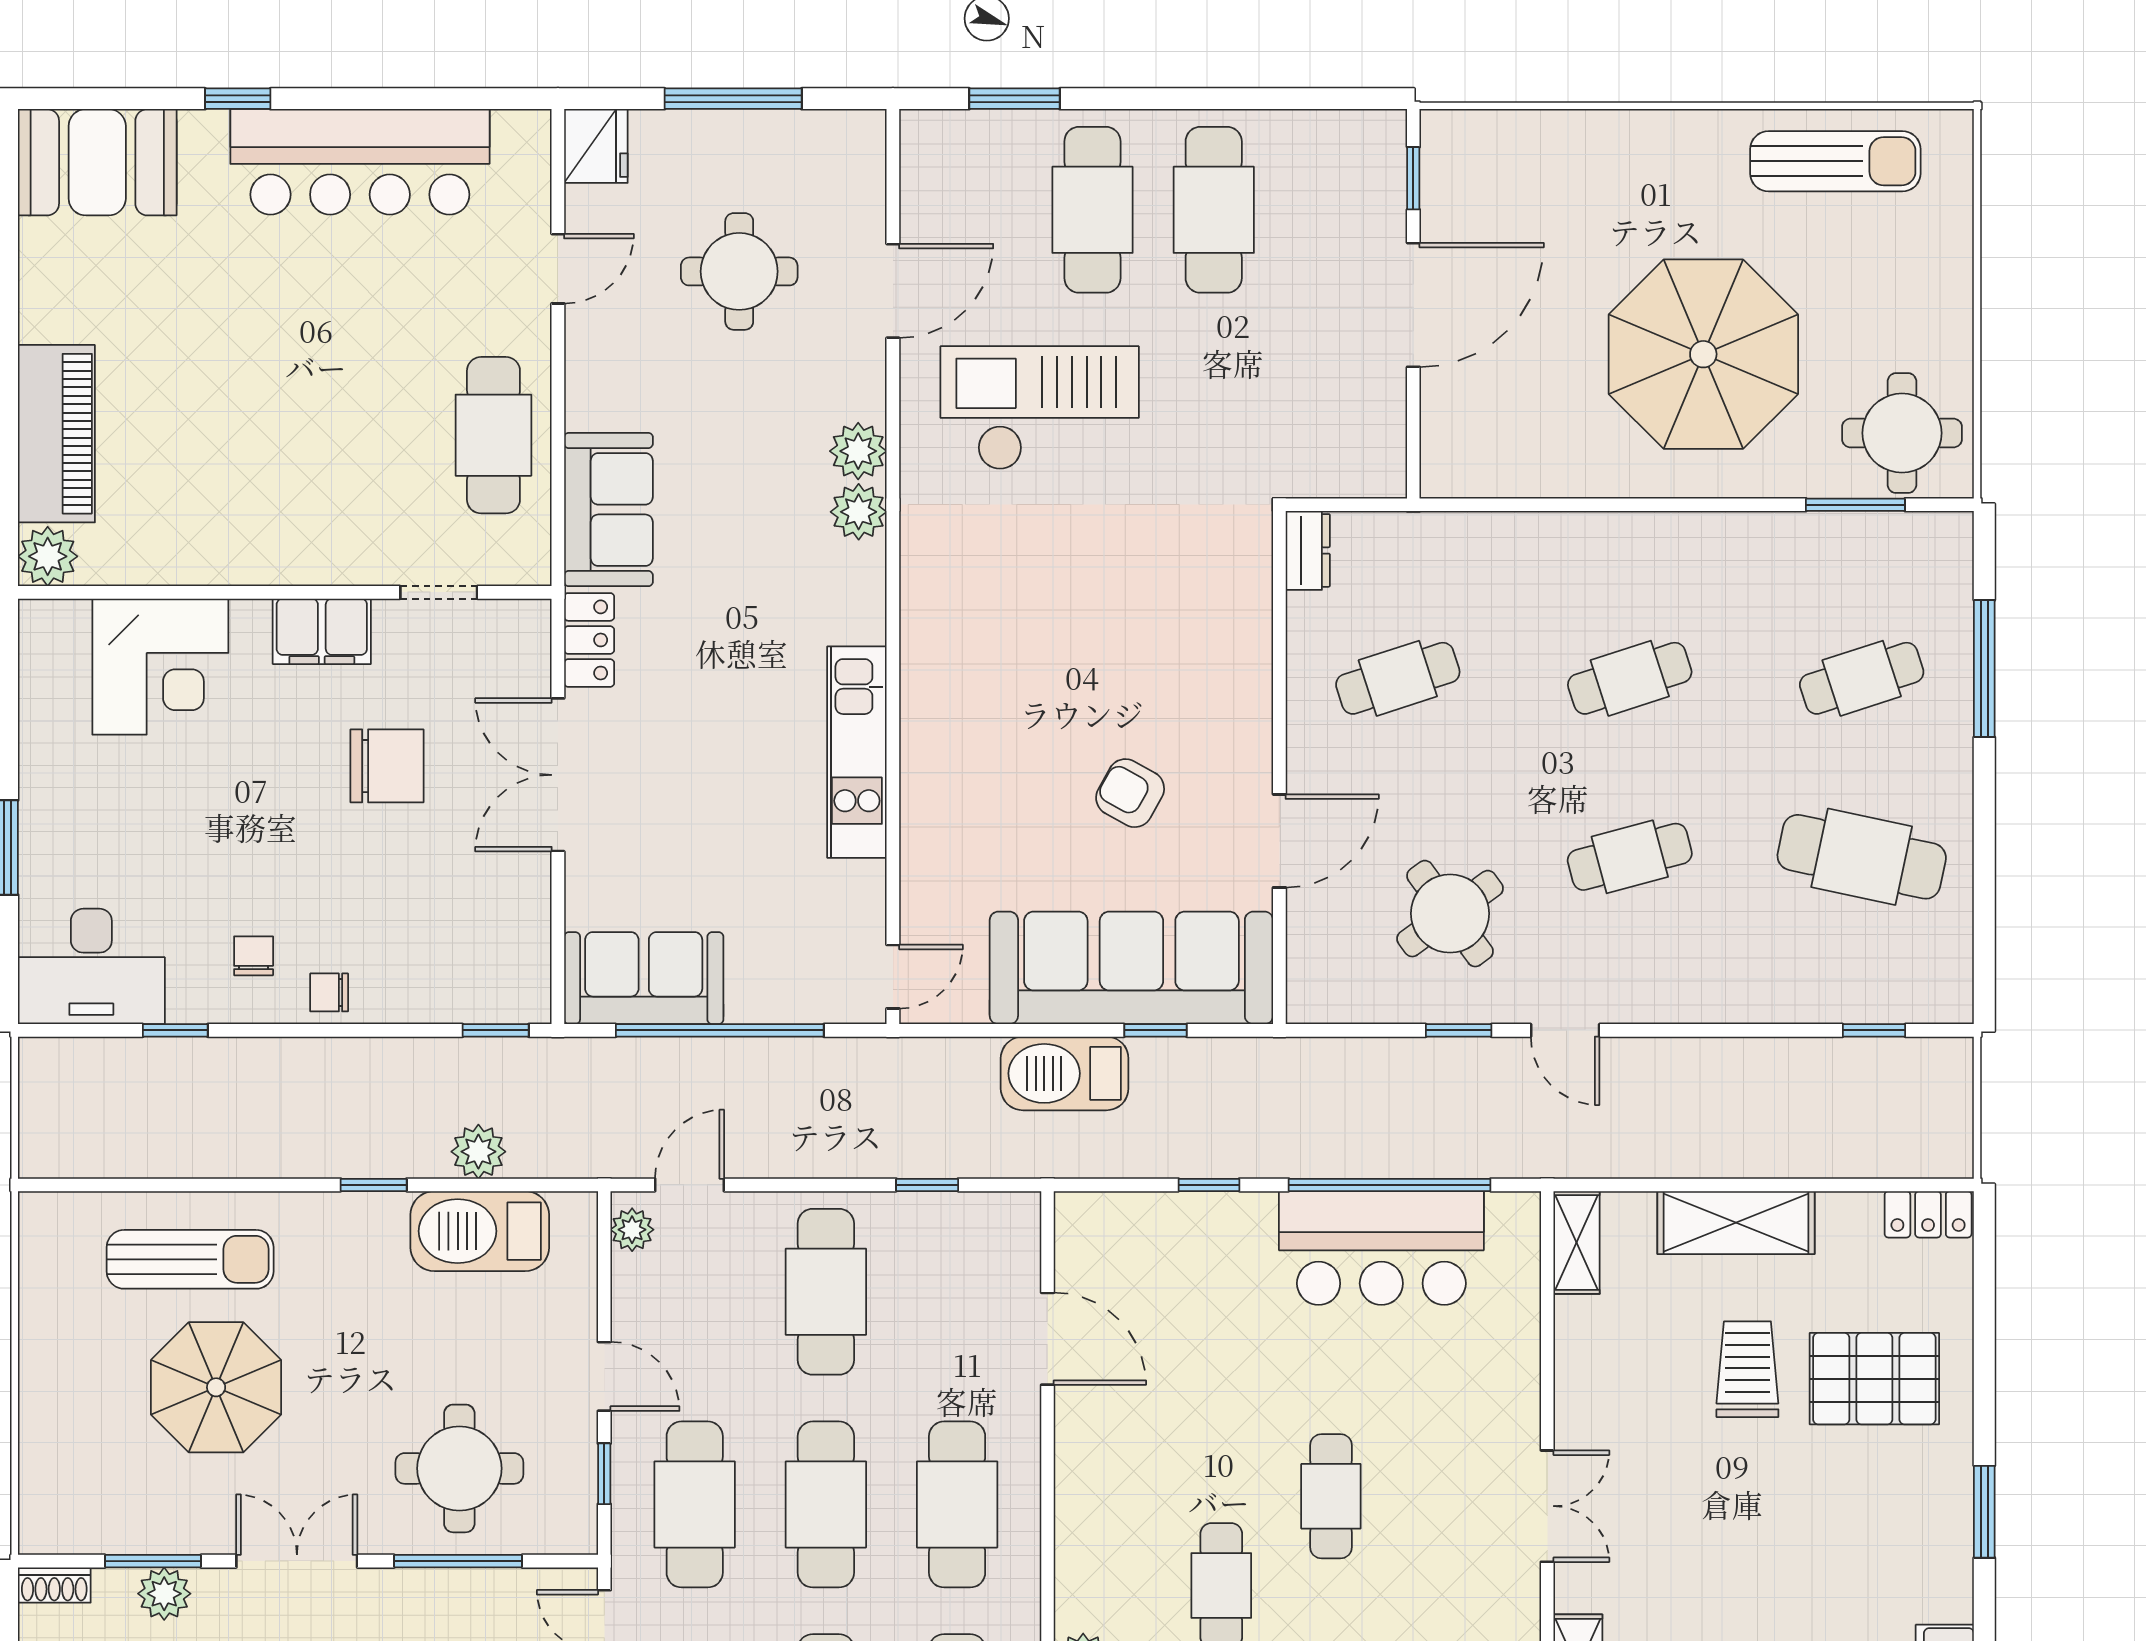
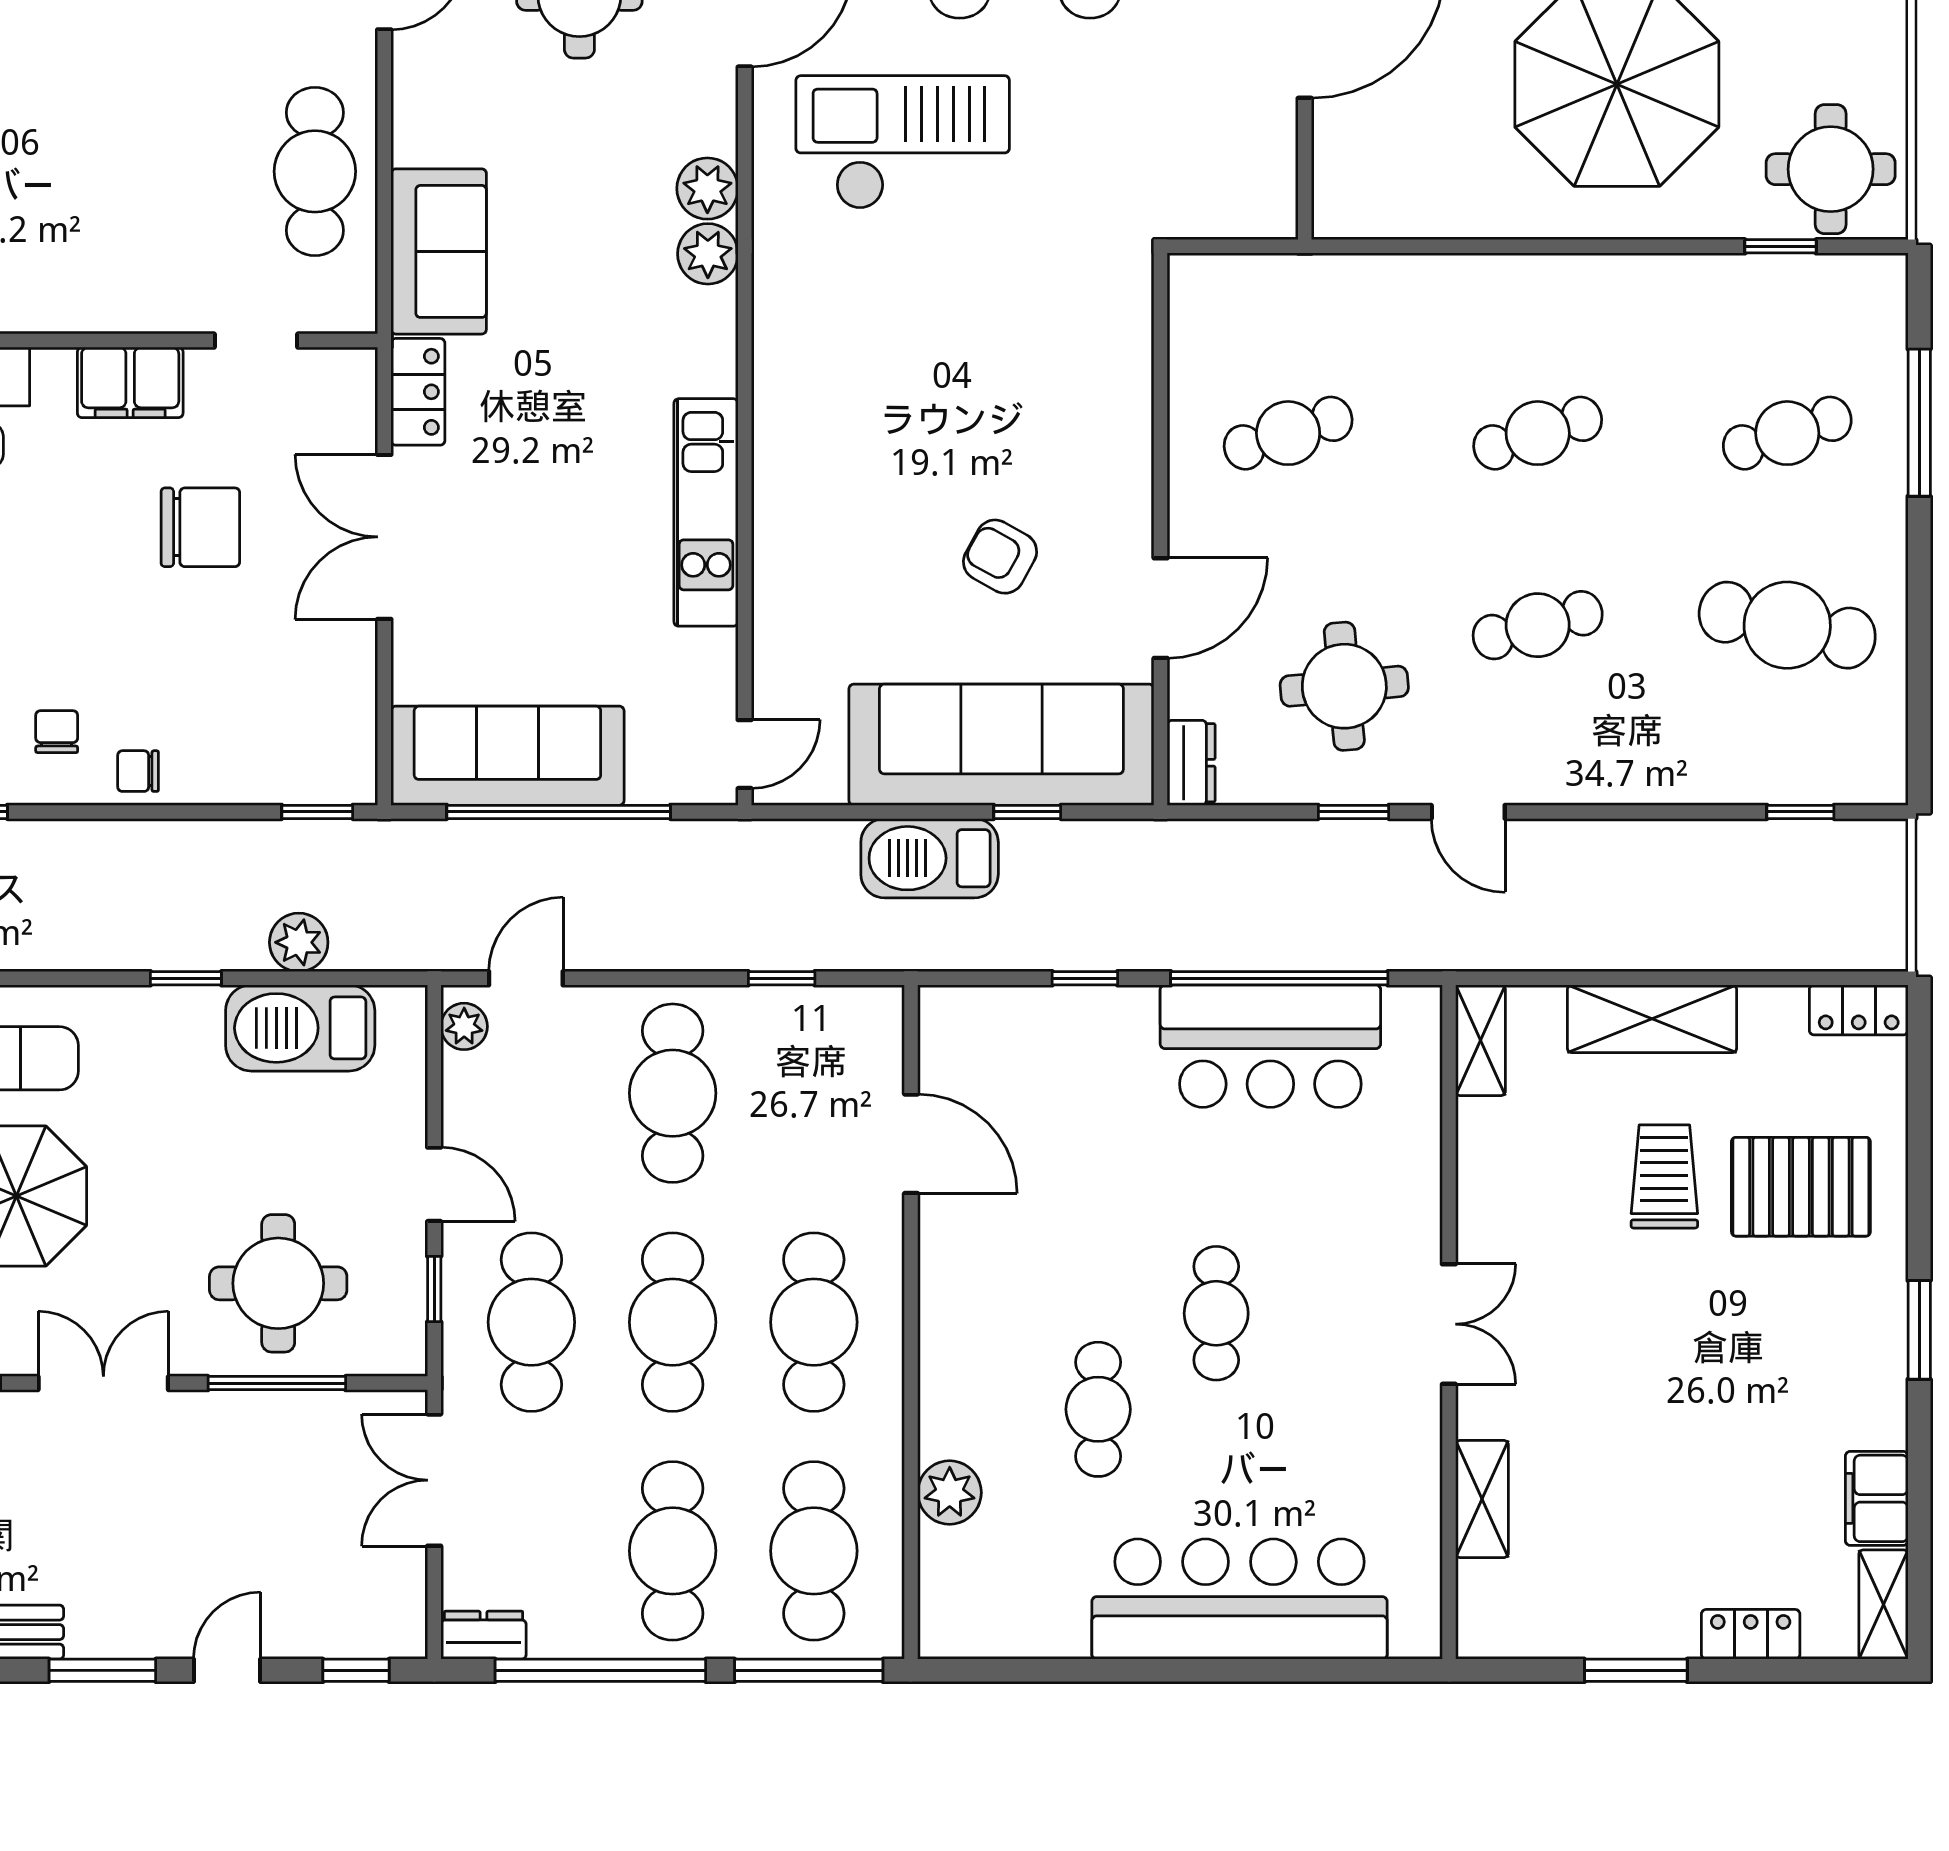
window: (1855, 505) -> (1781, 246), width x0.67
dresser: (1308, 550) -> (1191, 763), moved
round table: (1450, 914) -> (1344, 686), turned 31
sofa: (644, 978) -> (507, 756), width x1.36

